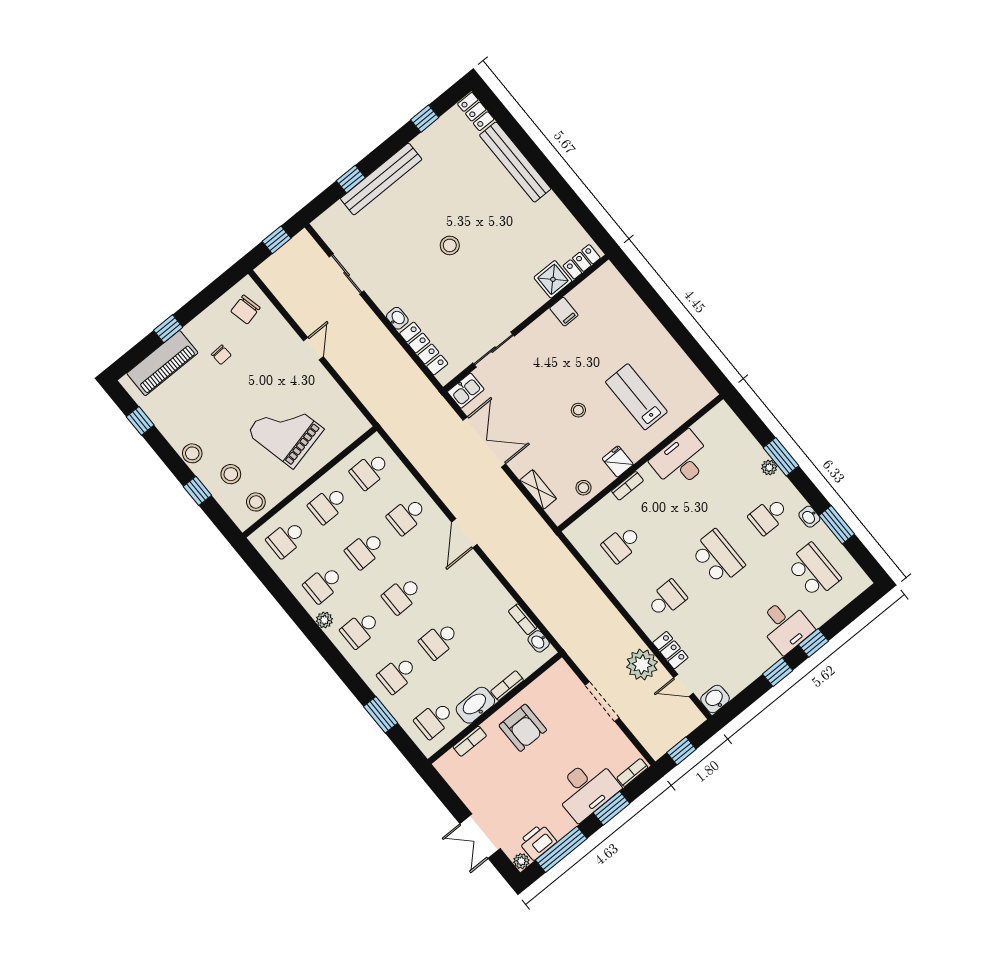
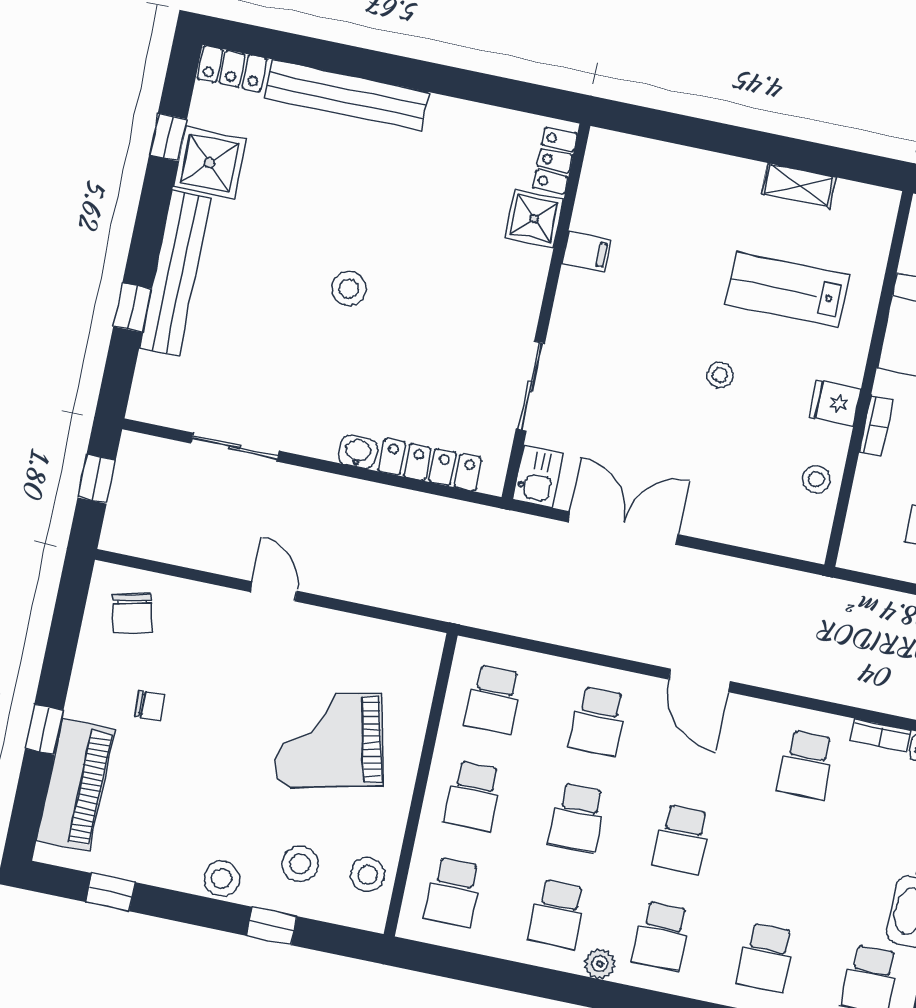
shower: (434, 144) -> (210, 163), added
shelving: (538, 489) -> (799, 185), moved
school desk: (439, 640) -> (806, 765), moved

